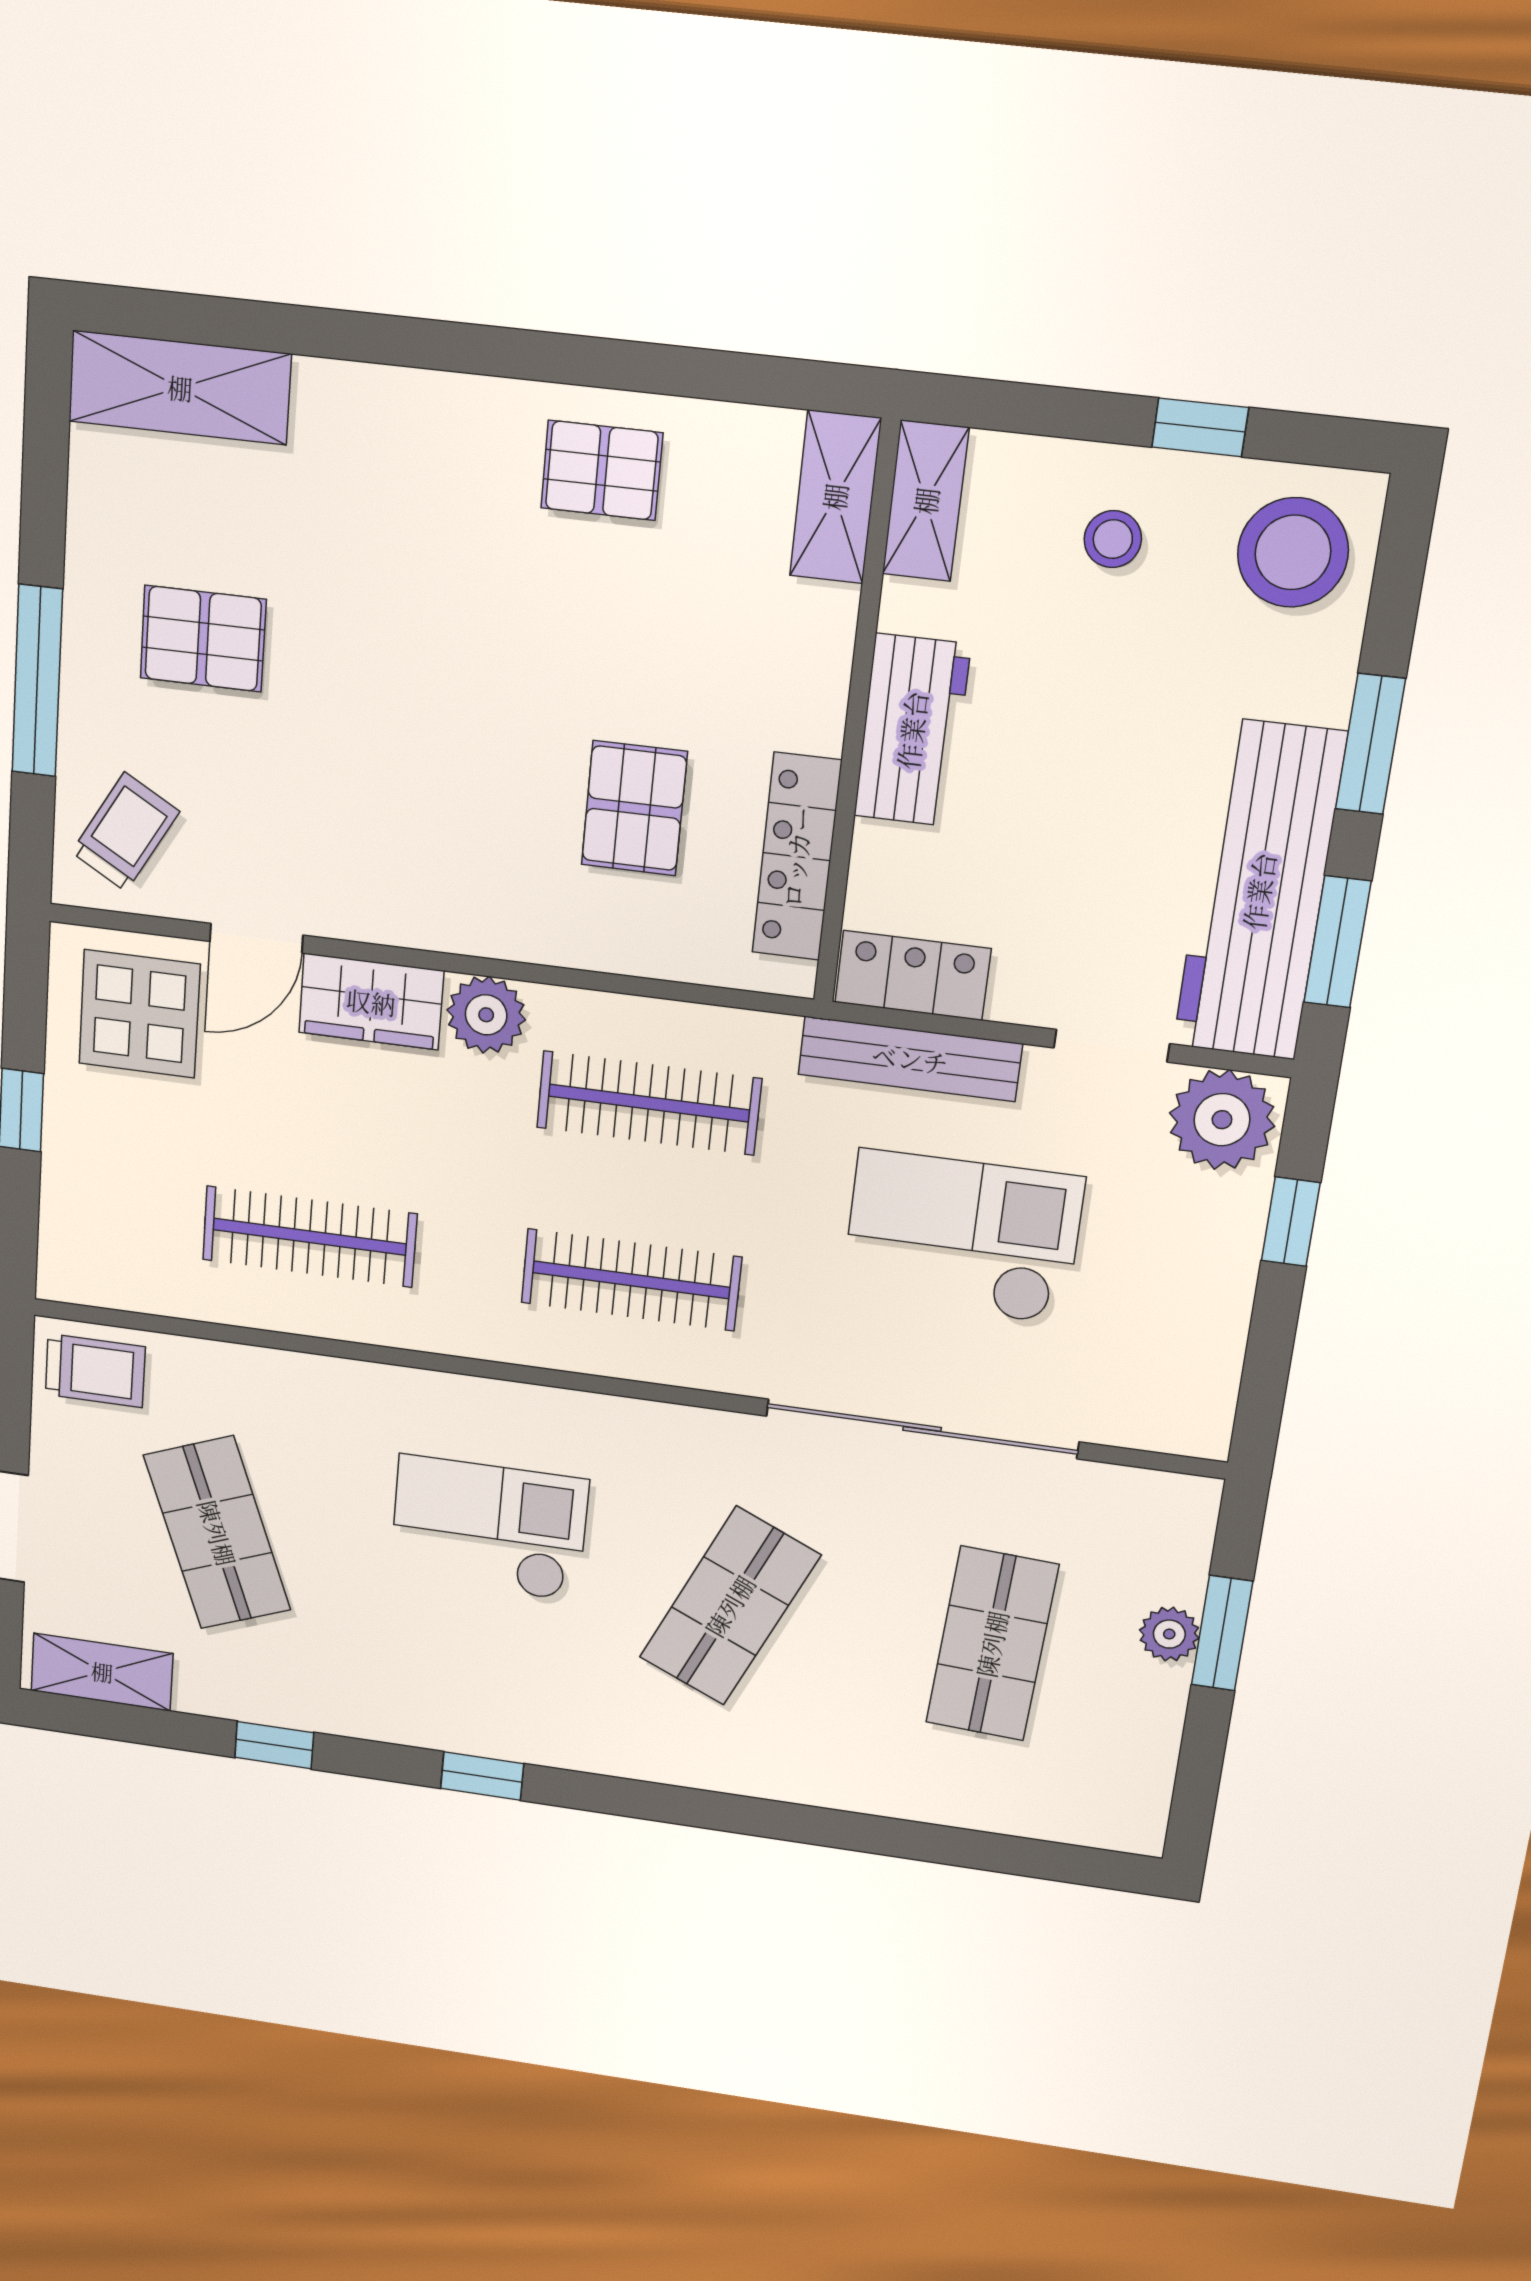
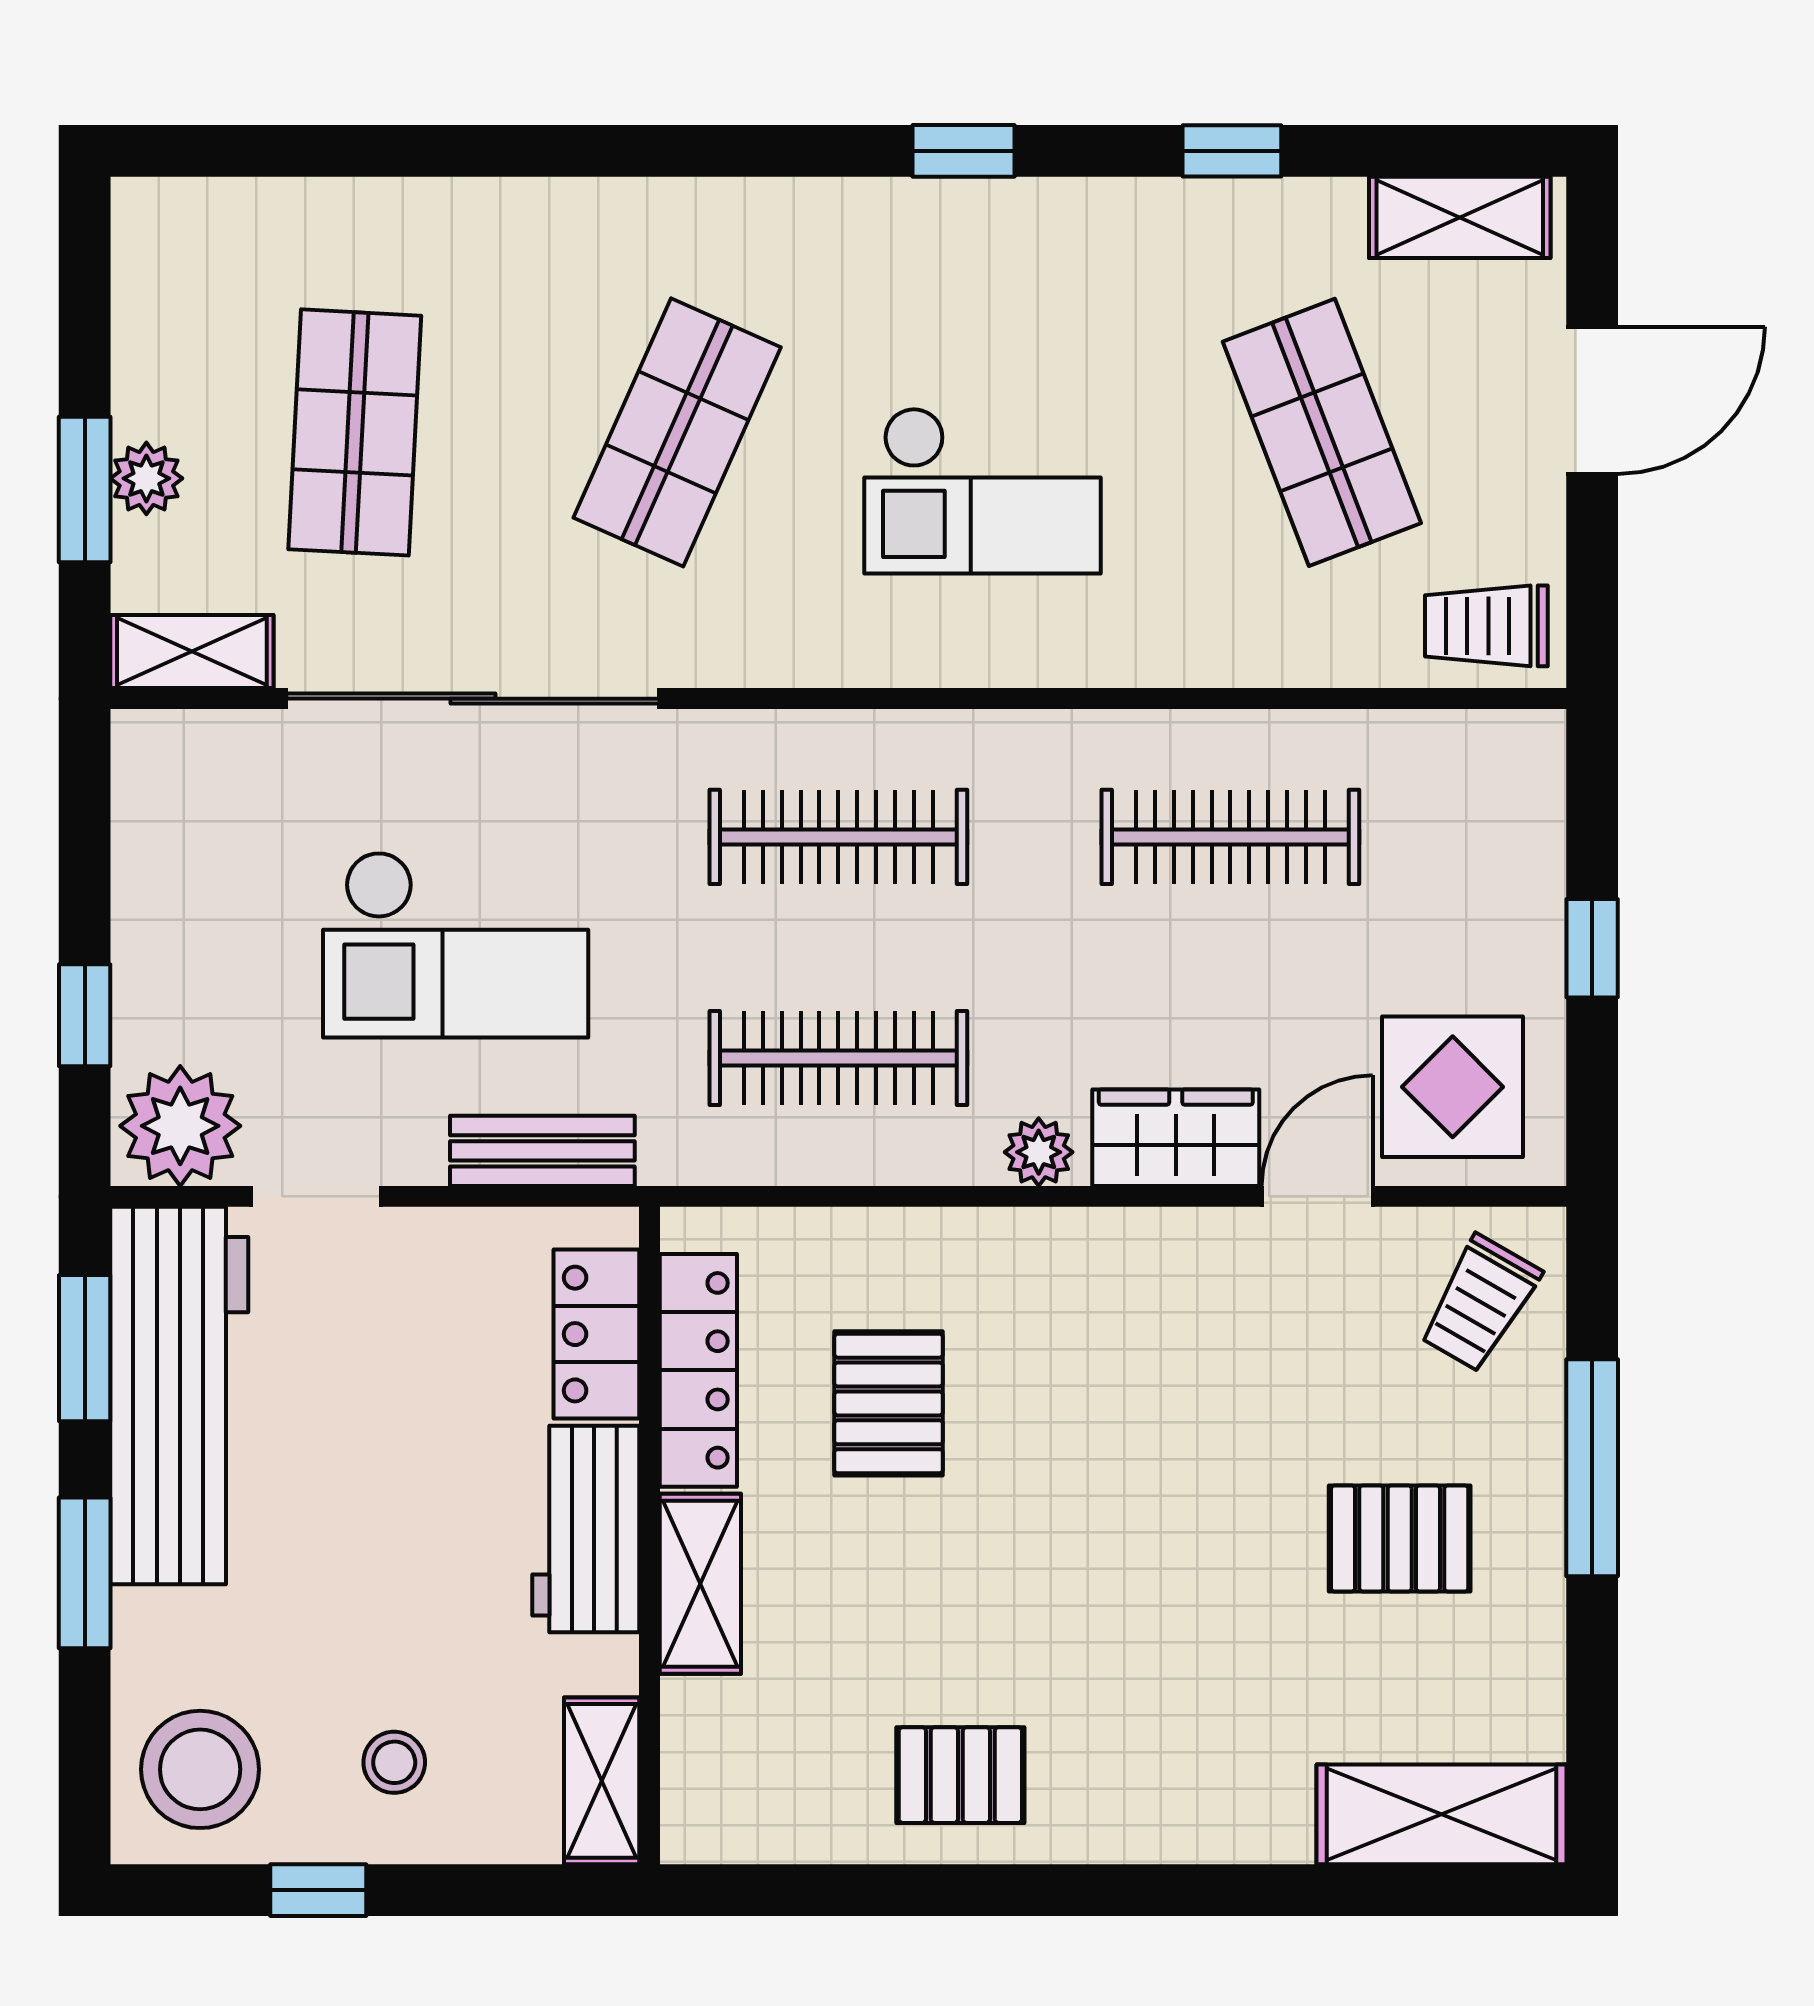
shelving: (835, 497) -> (700, 1584), moved
locker: (913, 975) -> (596, 1334), moved, turned 90
plant: (486, 1015) -> (1039, 1152), width x0.73, depth x0.73
bench: (910, 1059) -> (542, 1151), width x0.73
shelving: (1152, 1498) -> (192, 652), added

